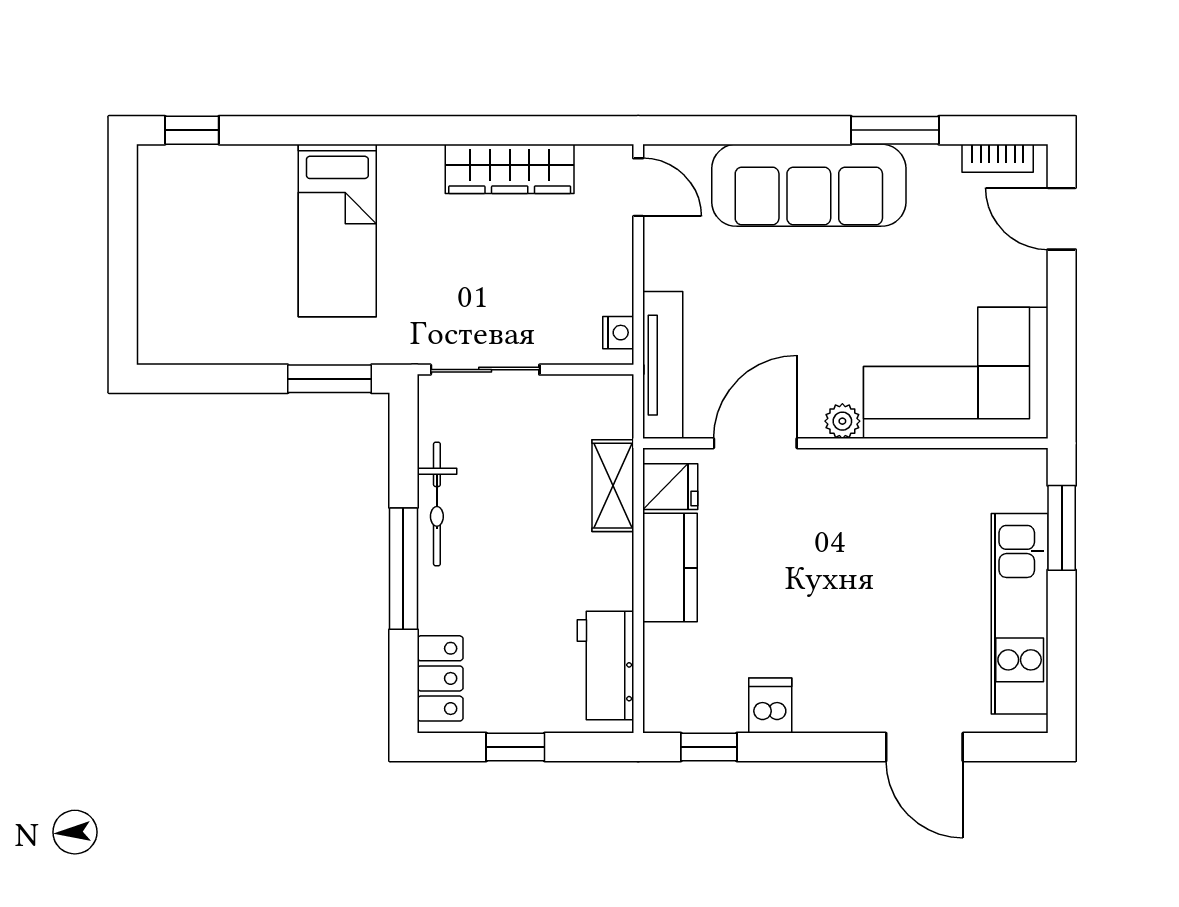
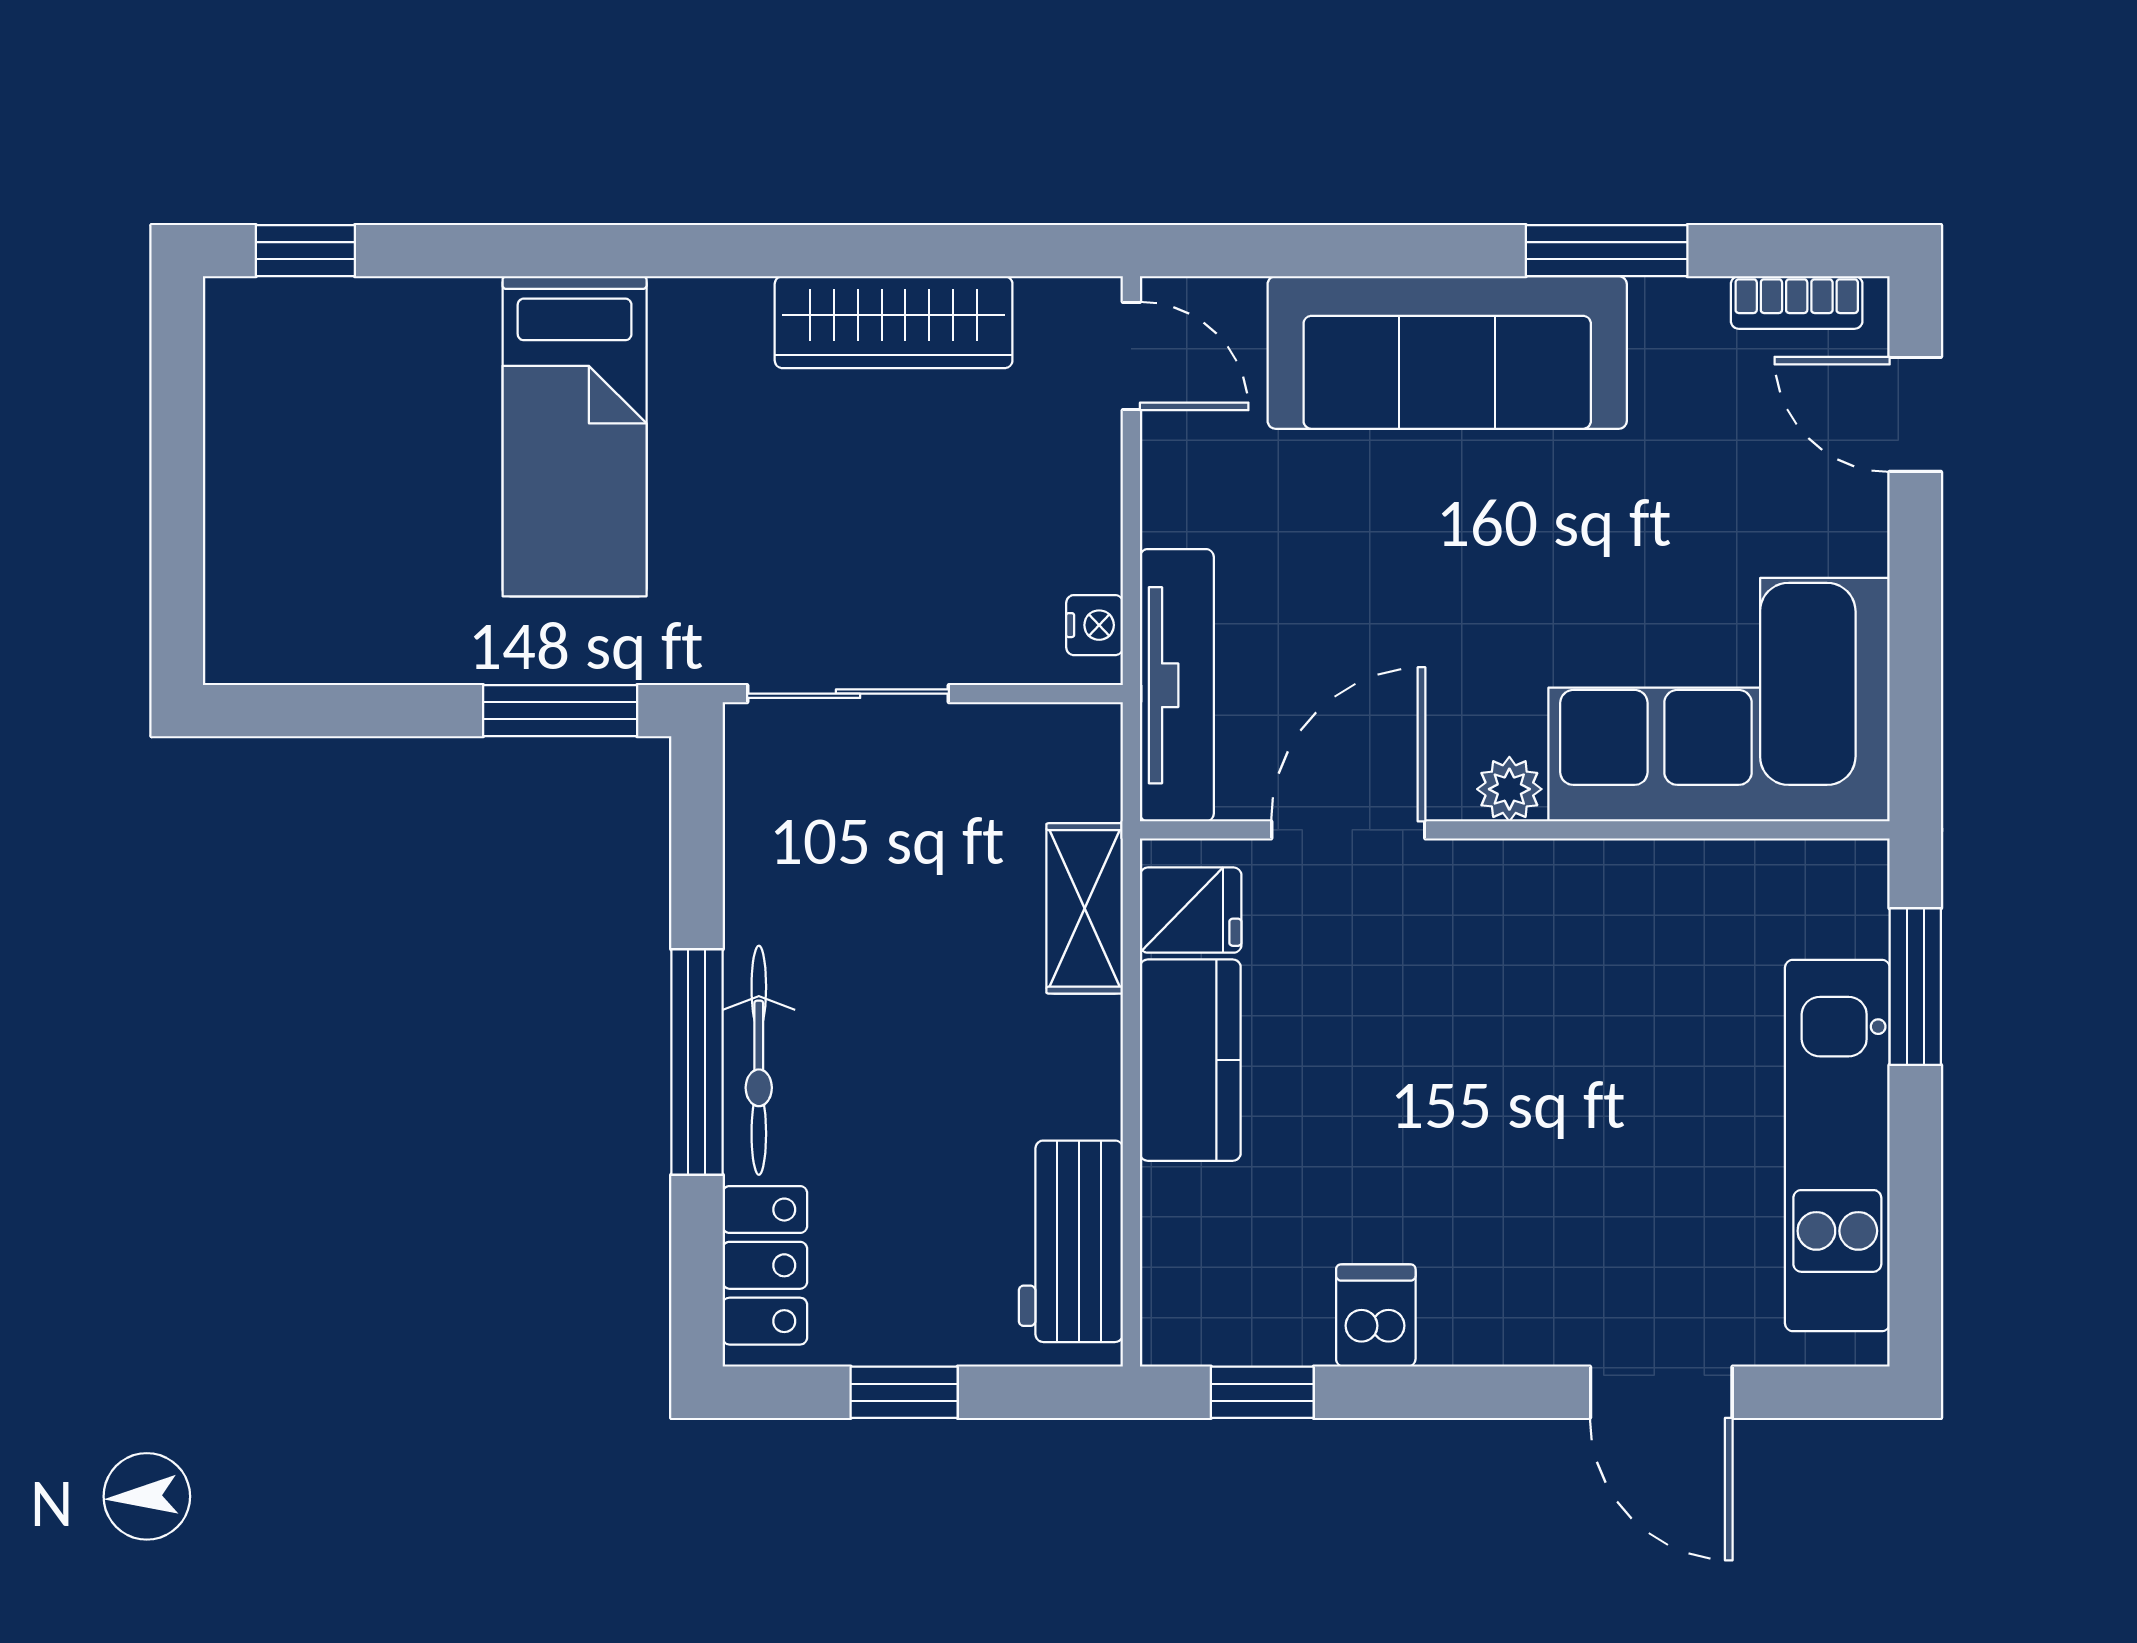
bicycle: (437, 504) -> (759, 1060), moved

